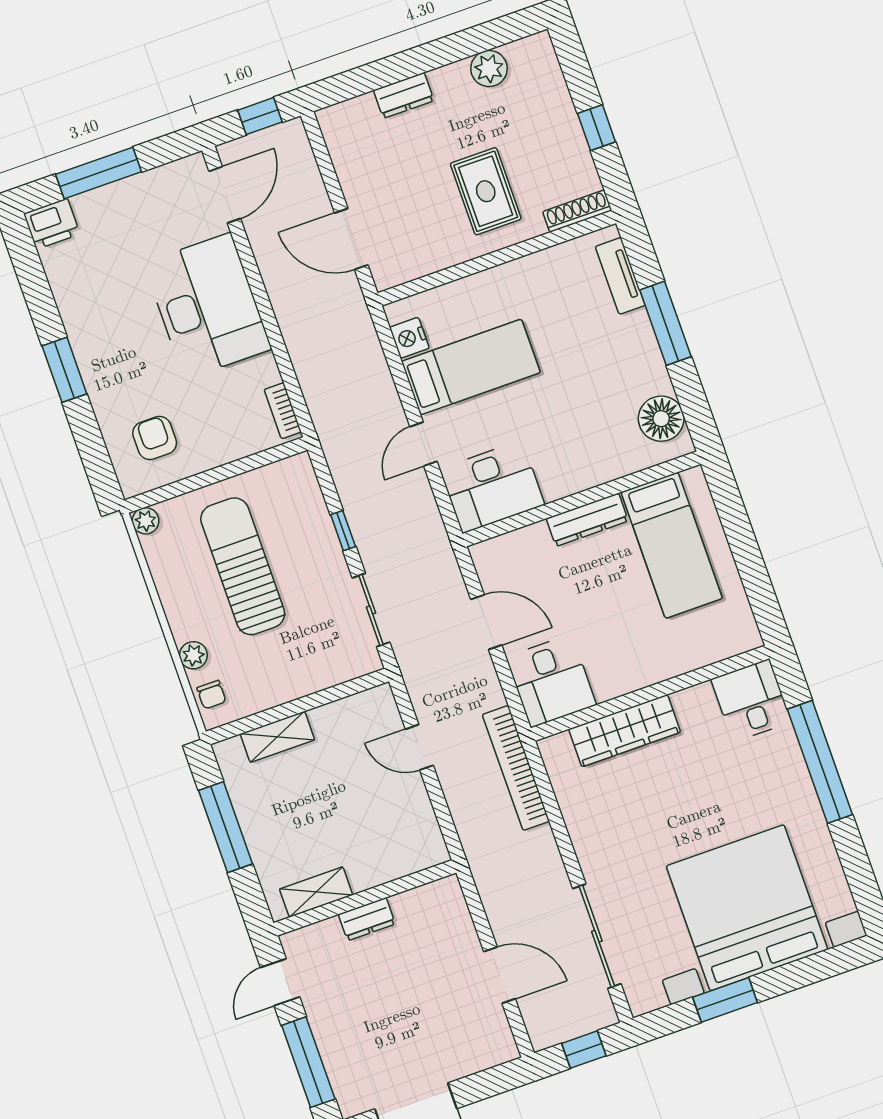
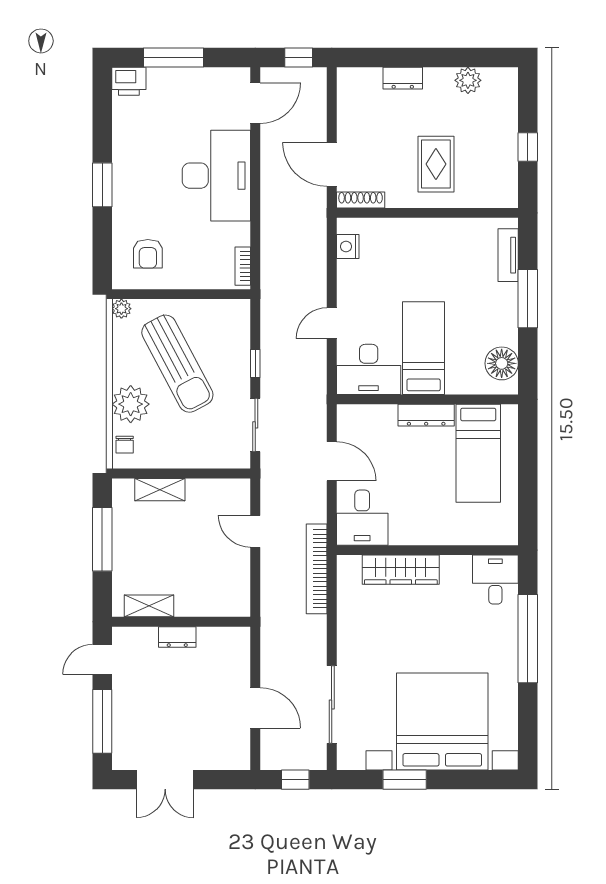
shoe rack: (577, 211) -> (361, 200), moved
bed: (471, 367) -> (424, 348), moved, turned -90
armchair: (155, 438) -> (148, 254), turned 180
sun lounger: (243, 566) -> (177, 364), turned 152
plant: (193, 655) -> (131, 404), width x1.88, depth x1.88

